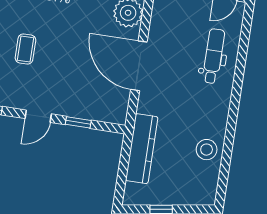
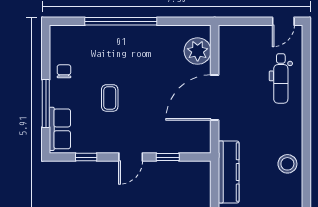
dental chair: (214, 56) -> (281, 78), turned 180
door: (139, 66) -> (215, 98), hinge flipped

